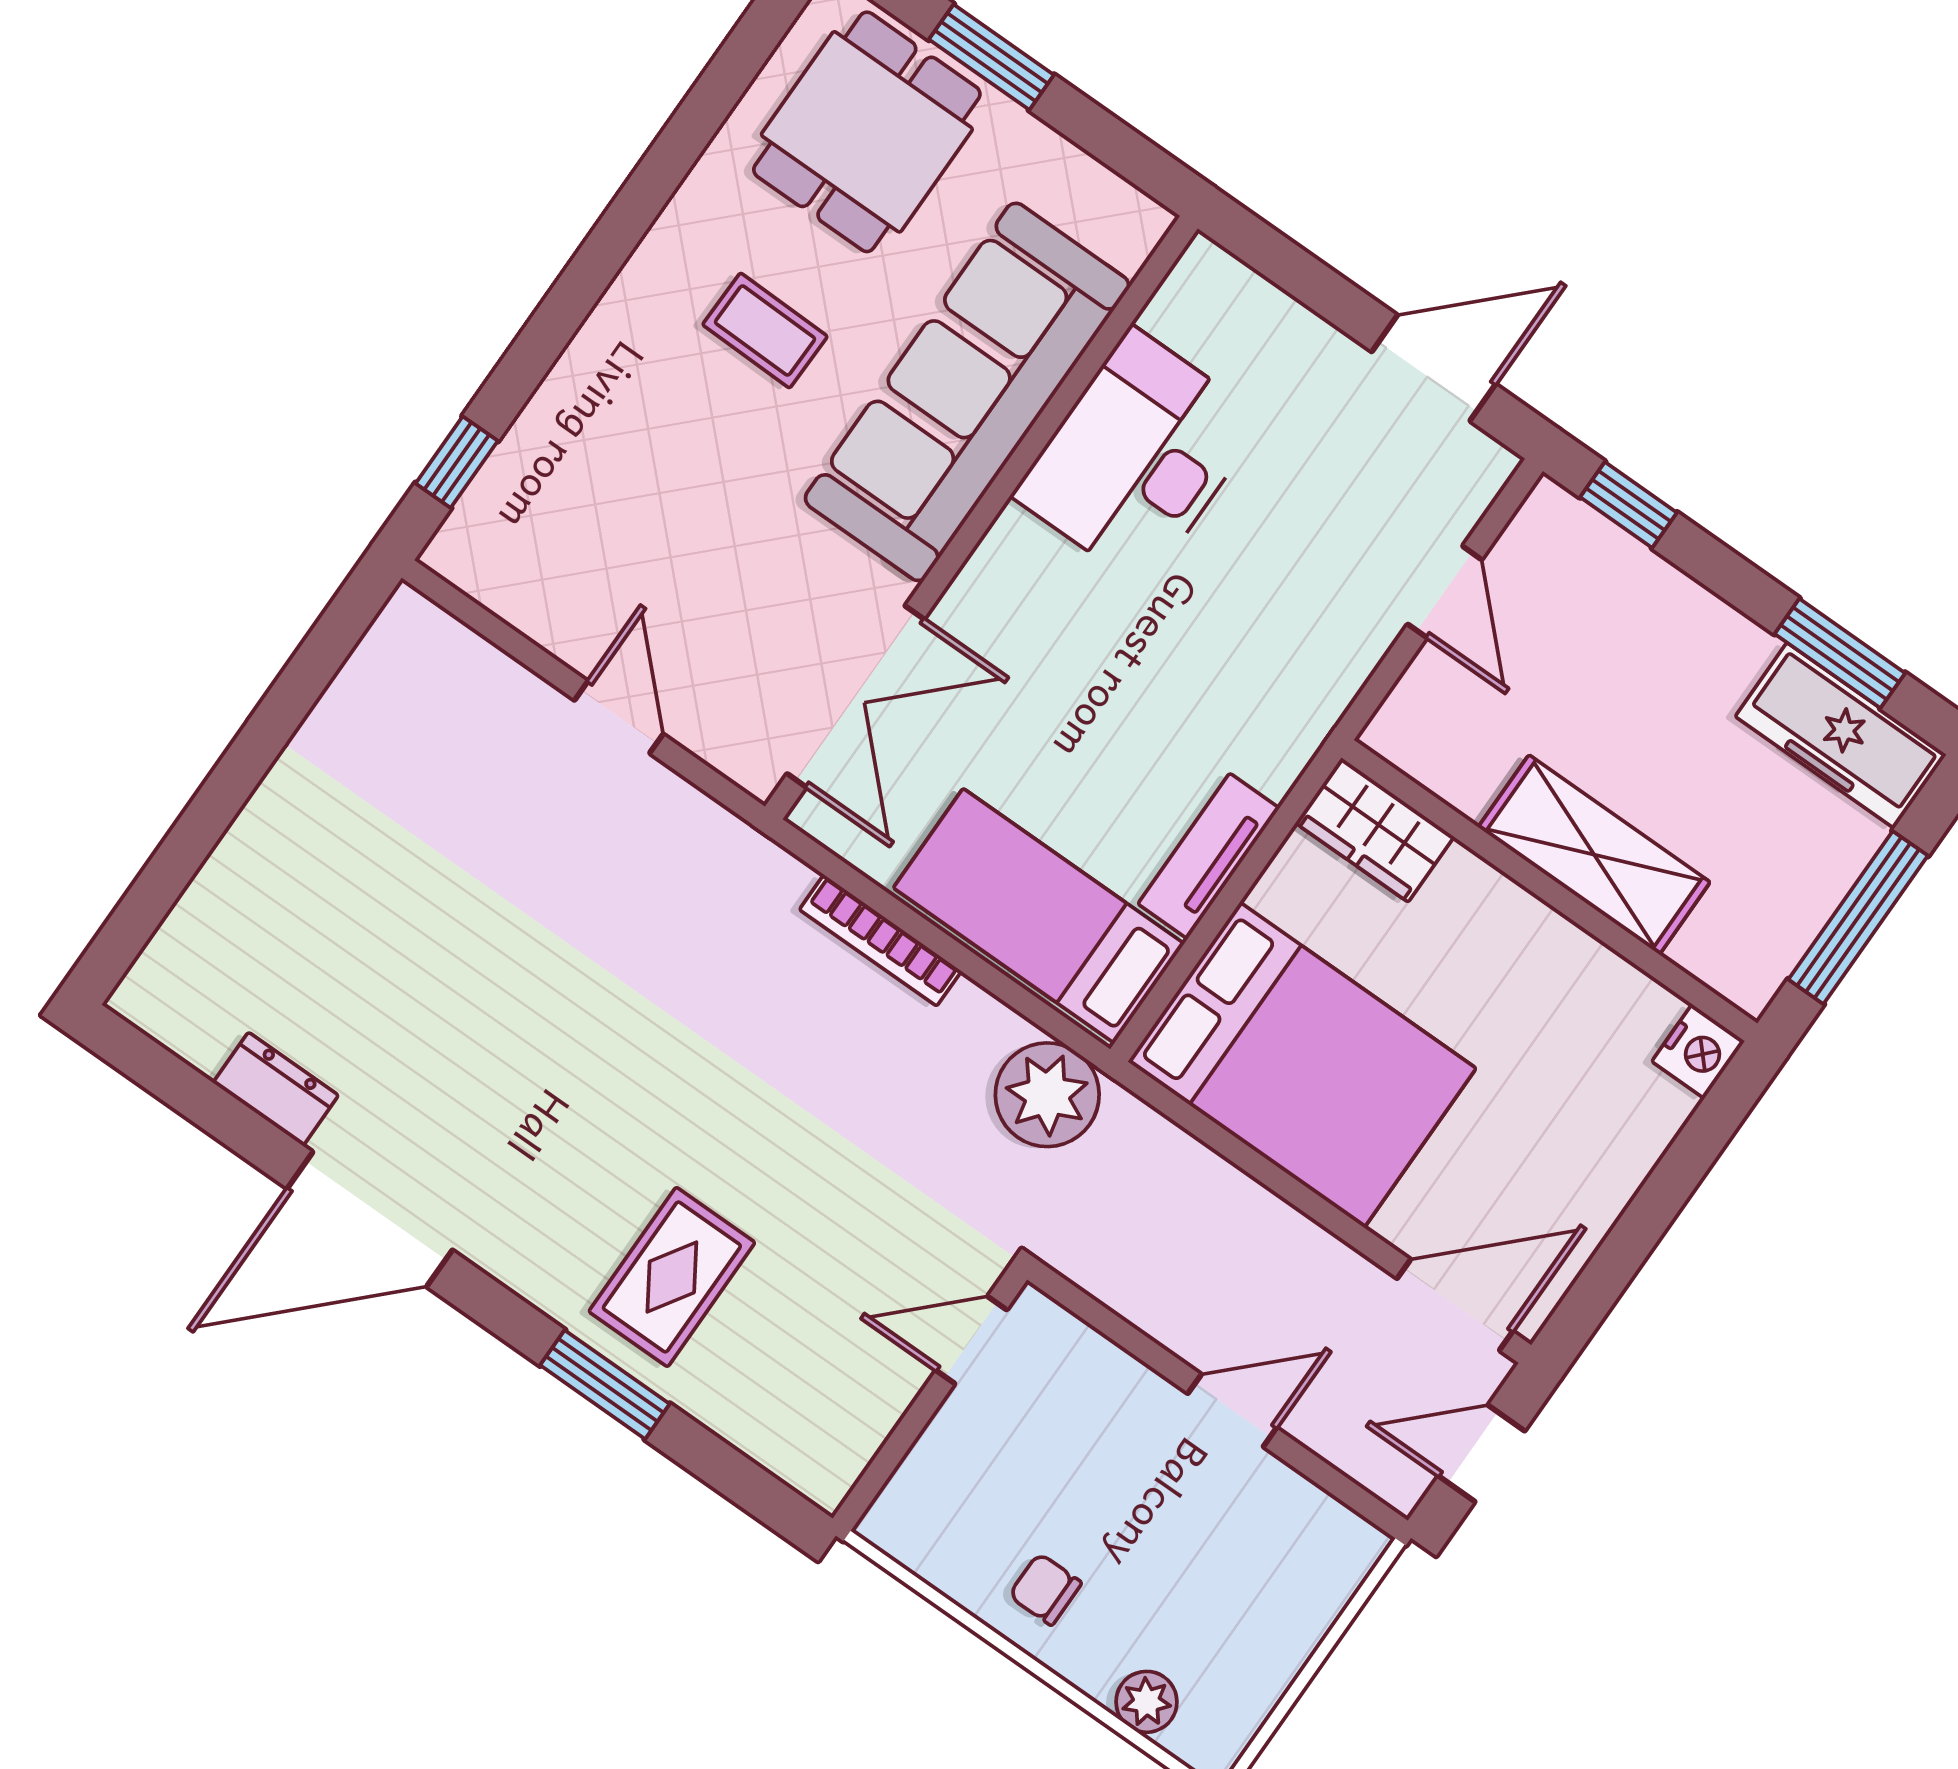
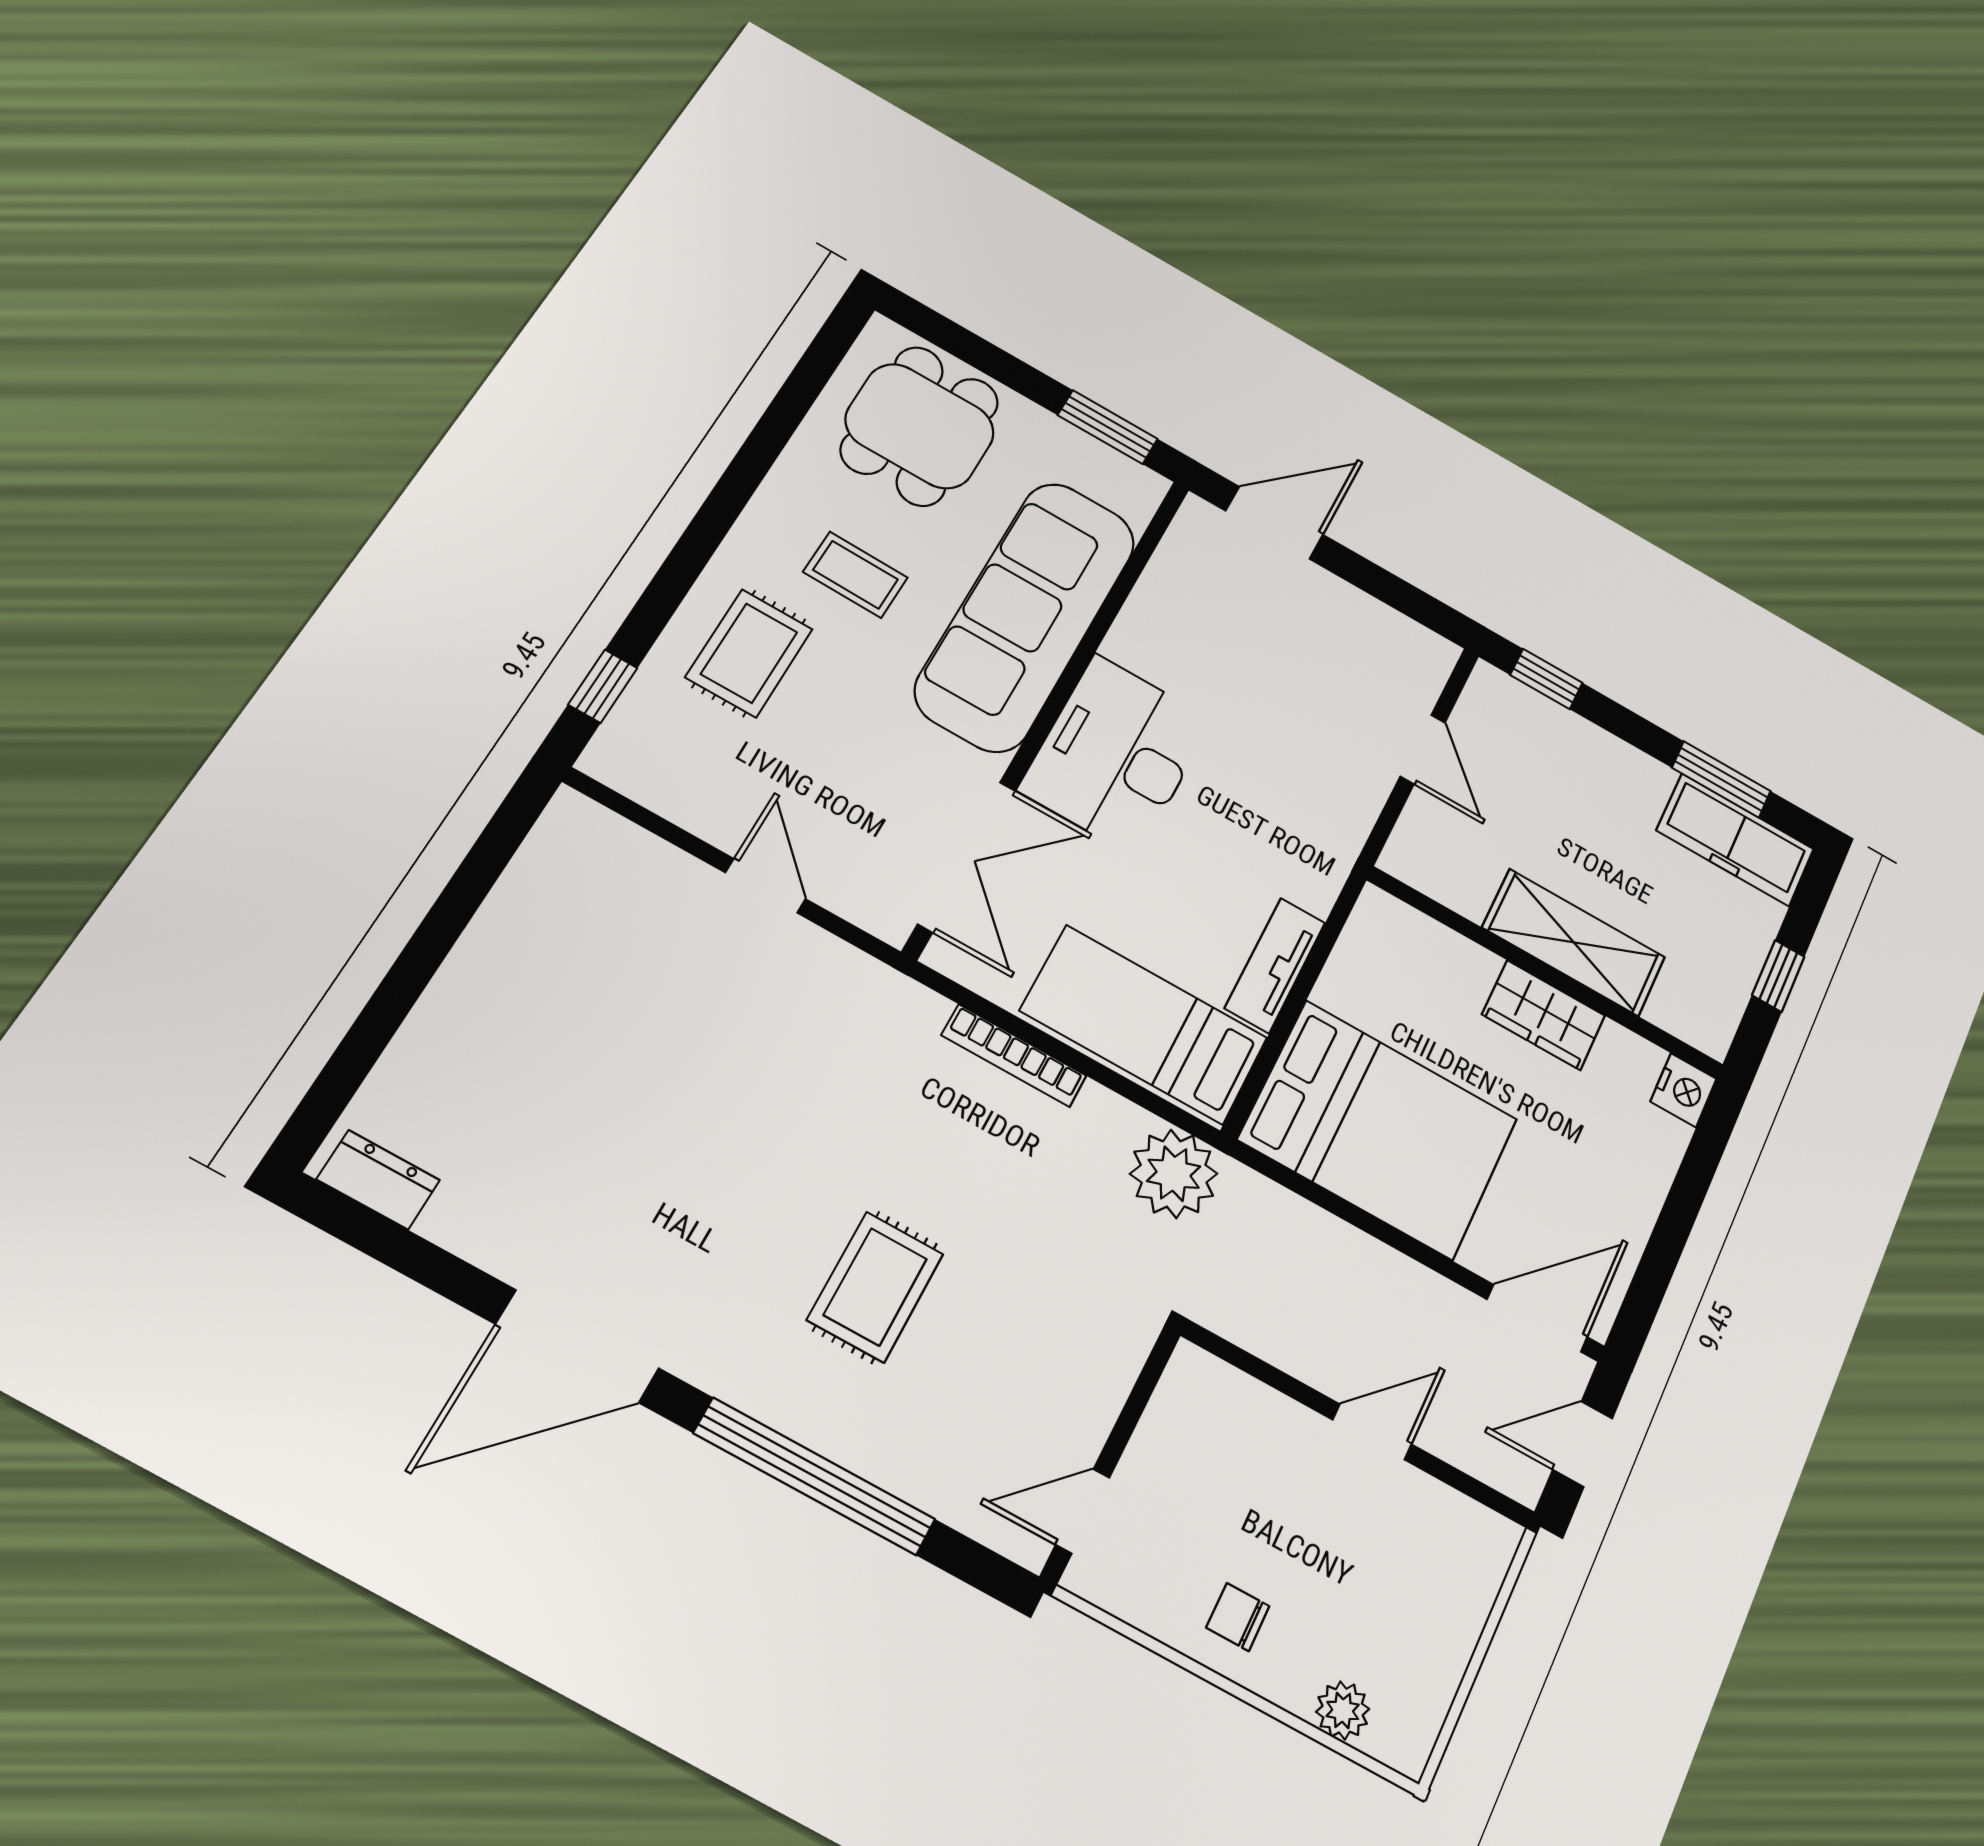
window: (991, 57) -> (1108, 427), moved
door: (1434, 368) -> (1274, 523), moved
rug: (628, 428) -> (749, 653), added
desk: (1138, 458) -> (1116, 755), moved
wardrobe: (1375, 830) -> (1544, 1015), moved
window: (1858, 918) -> (1778, 976), width x0.46
dresser: (276, 1089) -> (378, 1180), moved
rug: (672, 1277) -> (875, 1287), moved
door: (971, 1340) -> (1083, 1511), moved
window: (605, 1385) -> (815, 1476), width x2.11

